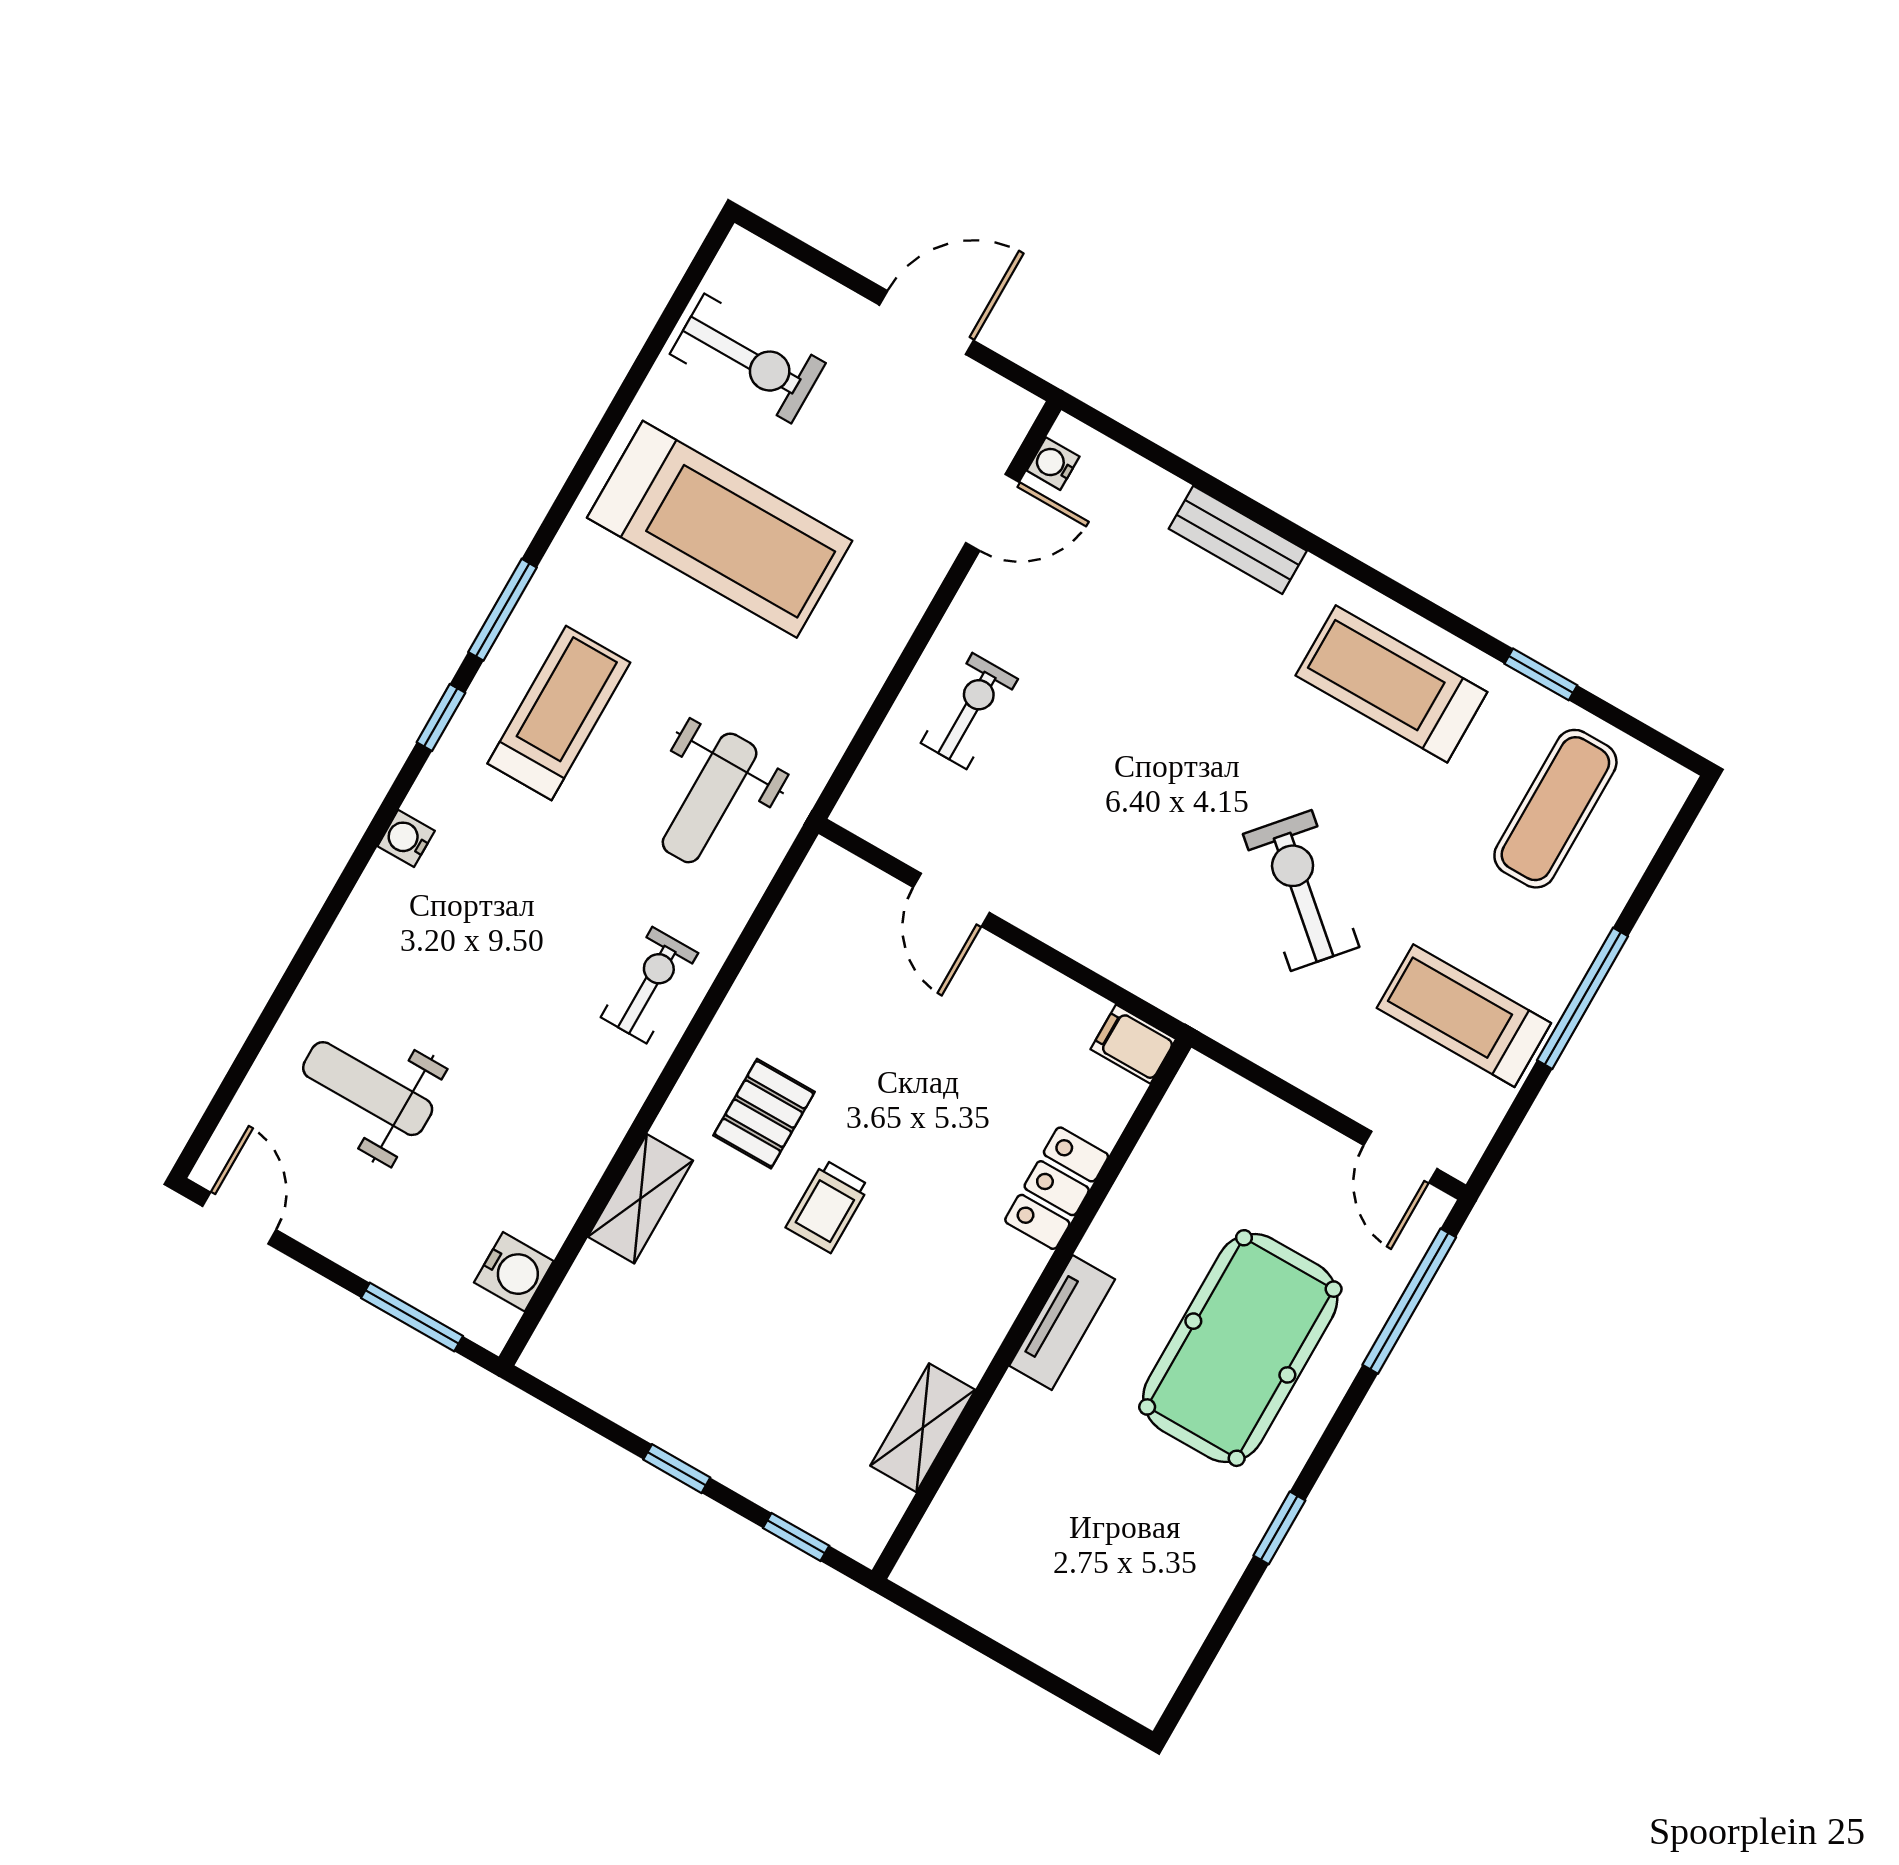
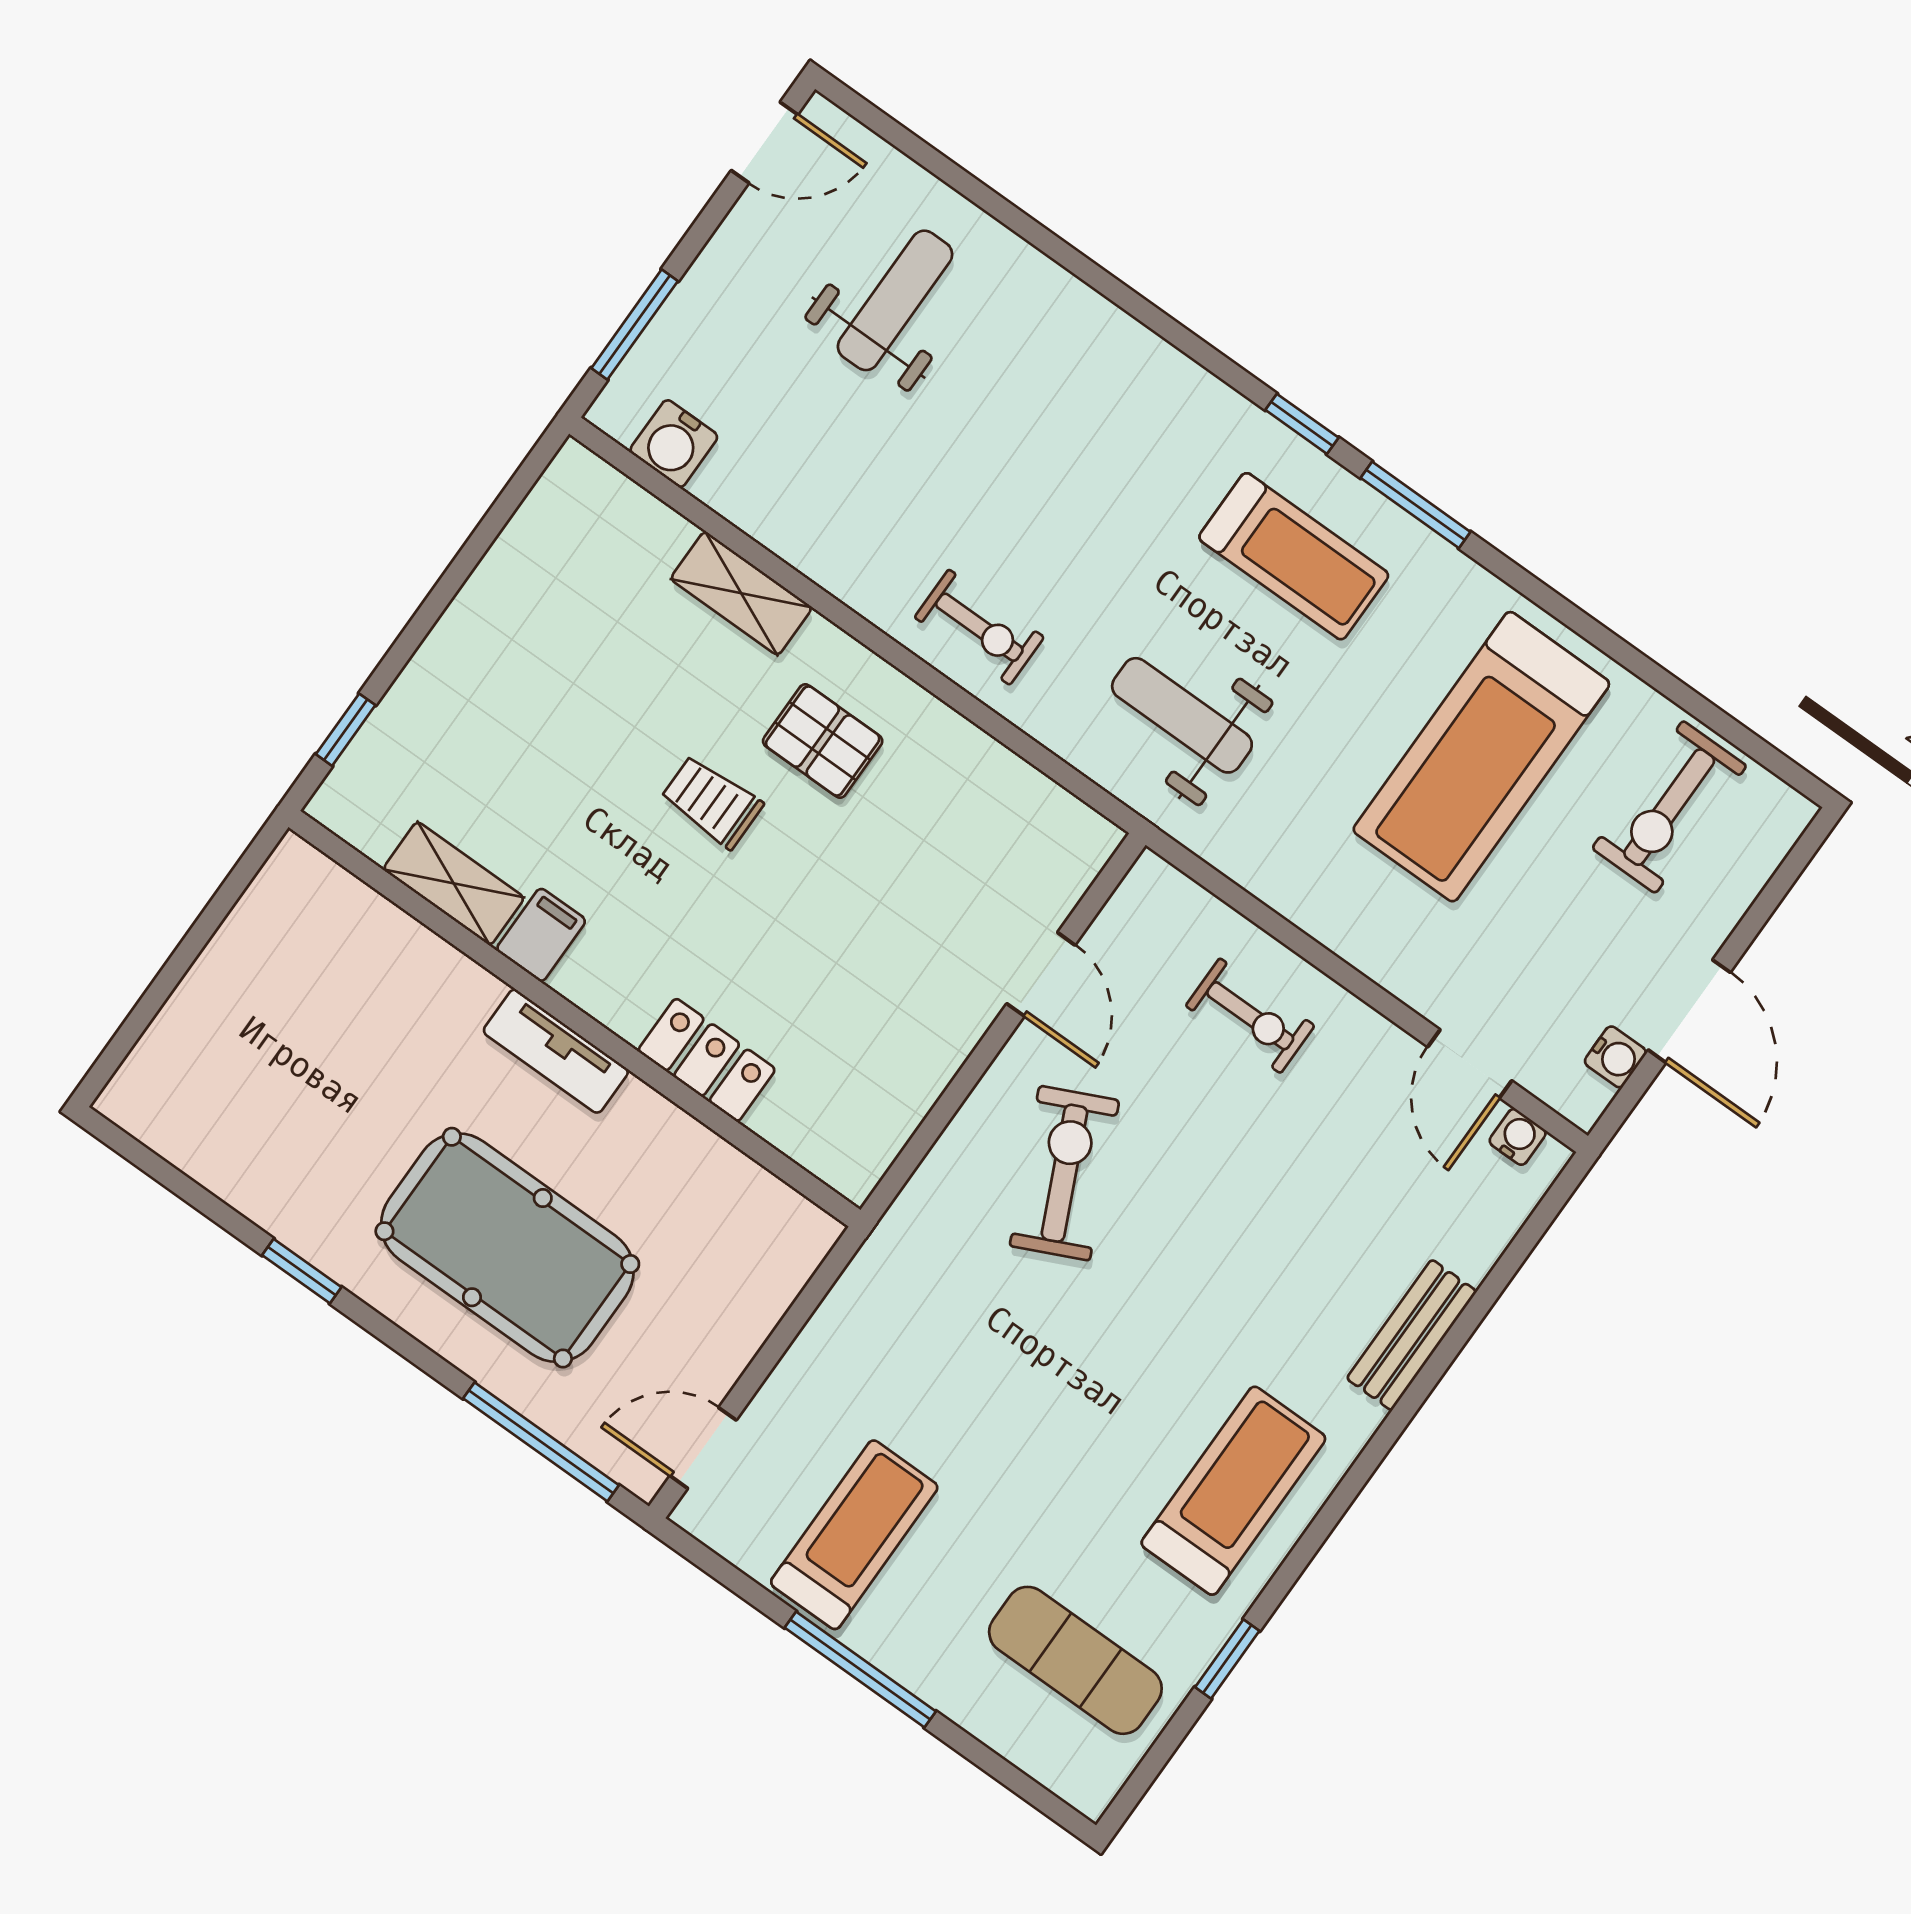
water cooler: (406, 838) -> (1615, 1057), moved, turned 90
exercise bike: (1301, 890) -> (1064, 1173), moved, turned -66
door: (951, 900) -> (1041, 974), swing flipped
filing cabinet: (1133, 1044) -> (541, 935), moved
window: (677, 1469) -> (435, 604), removed

